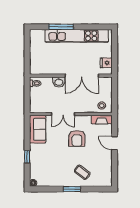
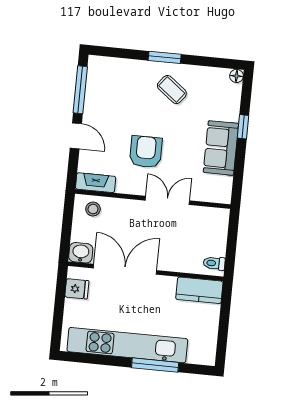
kitchen counter: (42, 68) -> (199, 290), added
washbasin: (59, 82) -> (81, 253), moved
sofa: (38, 129) -> (221, 148), moved
window: (115, 168) -> (80, 90), added
coffee table: (82, 172) -> (172, 90), moved

